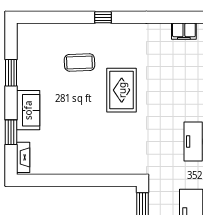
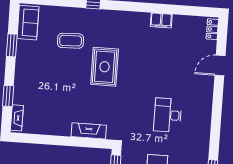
sofa: (28, 110) -> (28, 23), moved
fireplace: (108, 167) -> (89, 131), added

